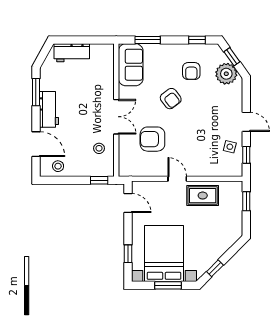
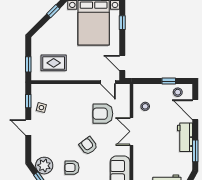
armchair: (191, 71) -> (72, 168), turned -90
armchair: (152, 139) -> (103, 114), turned 180
door: (177, 179) -> (108, 82), moved
window: (99, 180) -> (169, 81), moved
rug: (203, 196) -> (54, 63), moved

